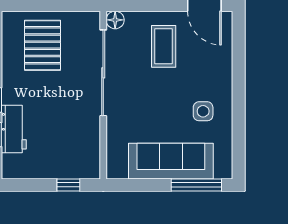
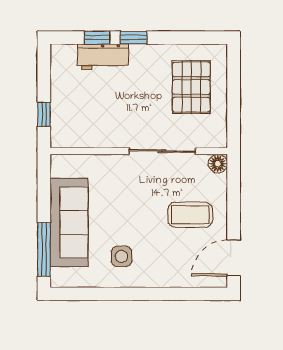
pallet: (42, 45) -> (191, 87), turned 90
sliding door: (103, 73) -> (162, 151), width x0.73

